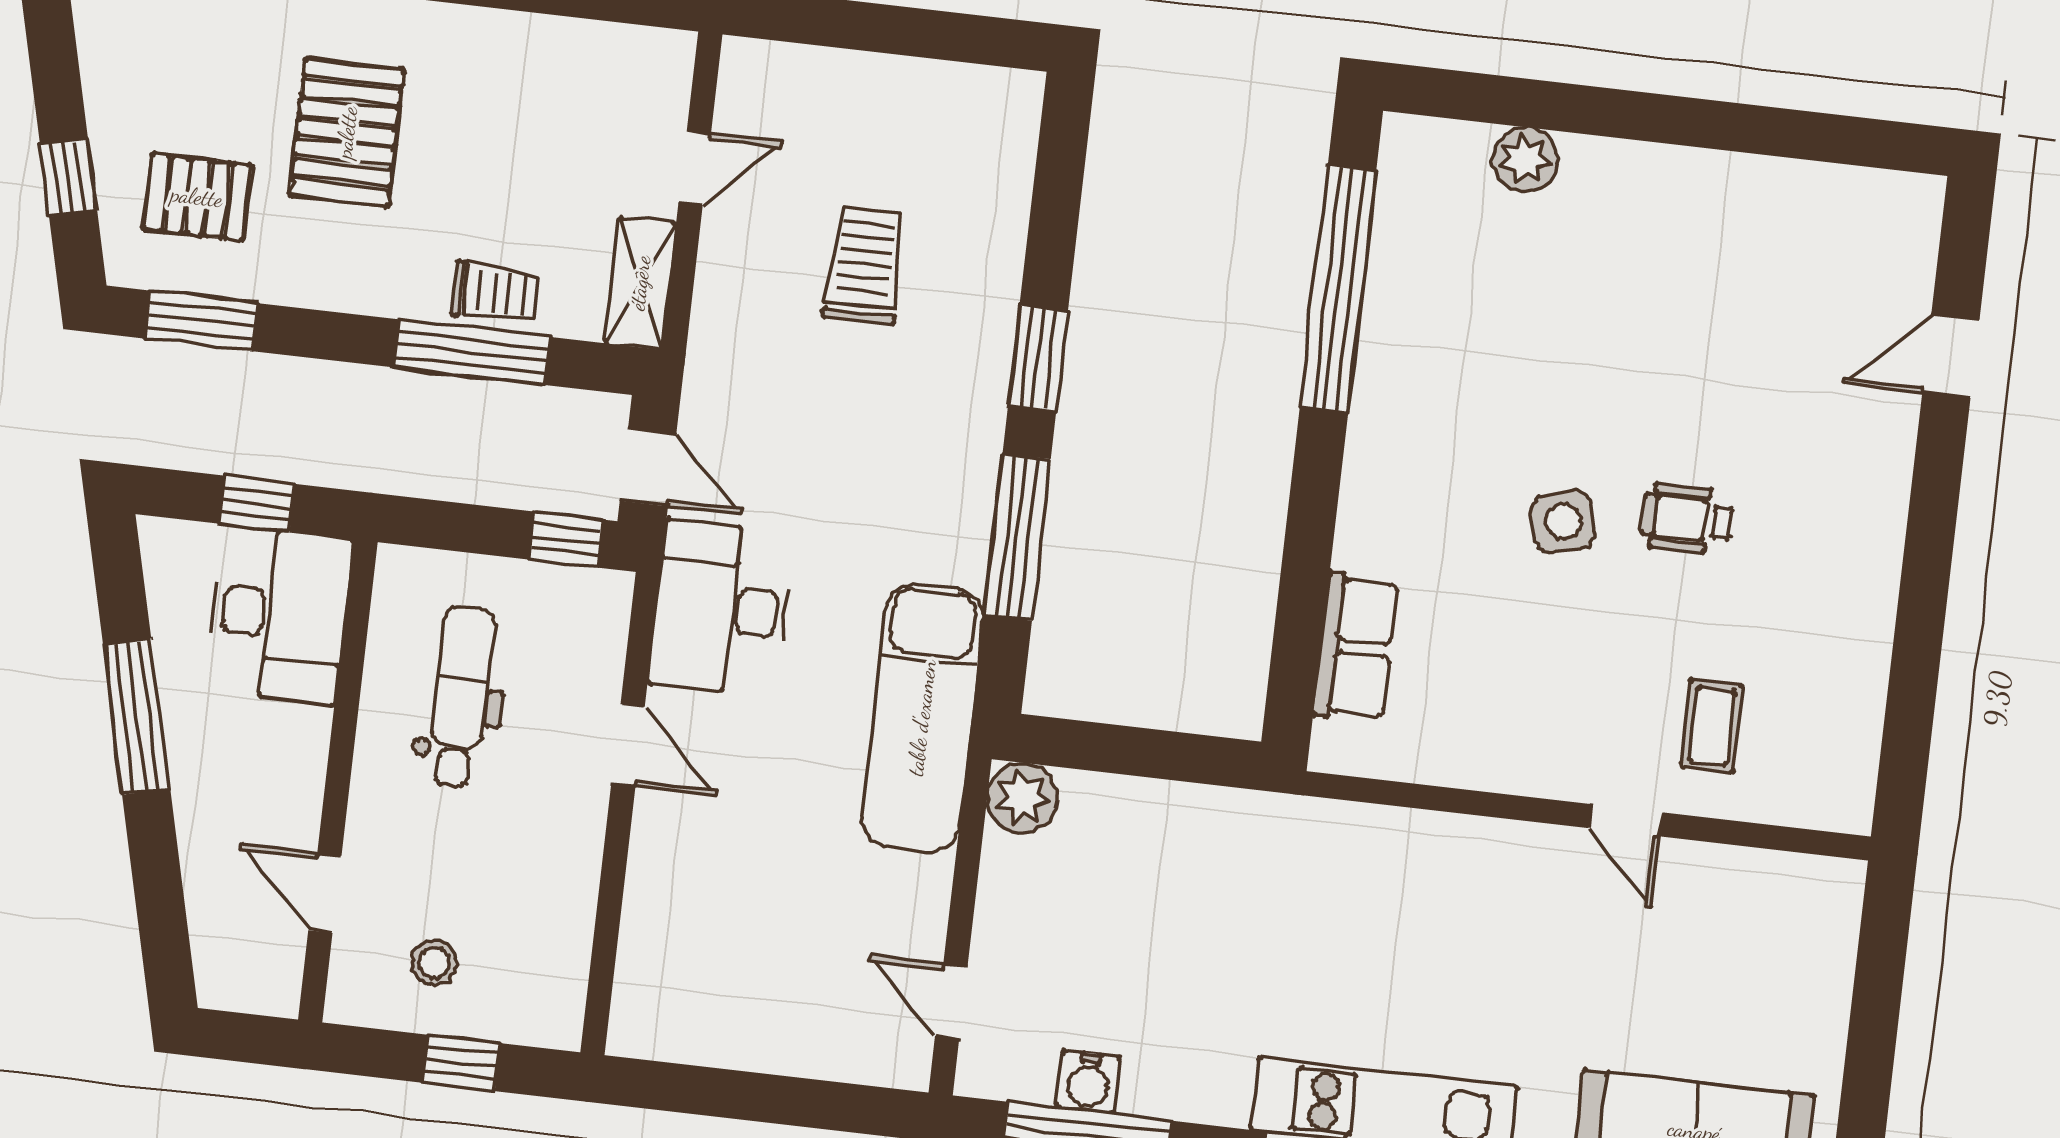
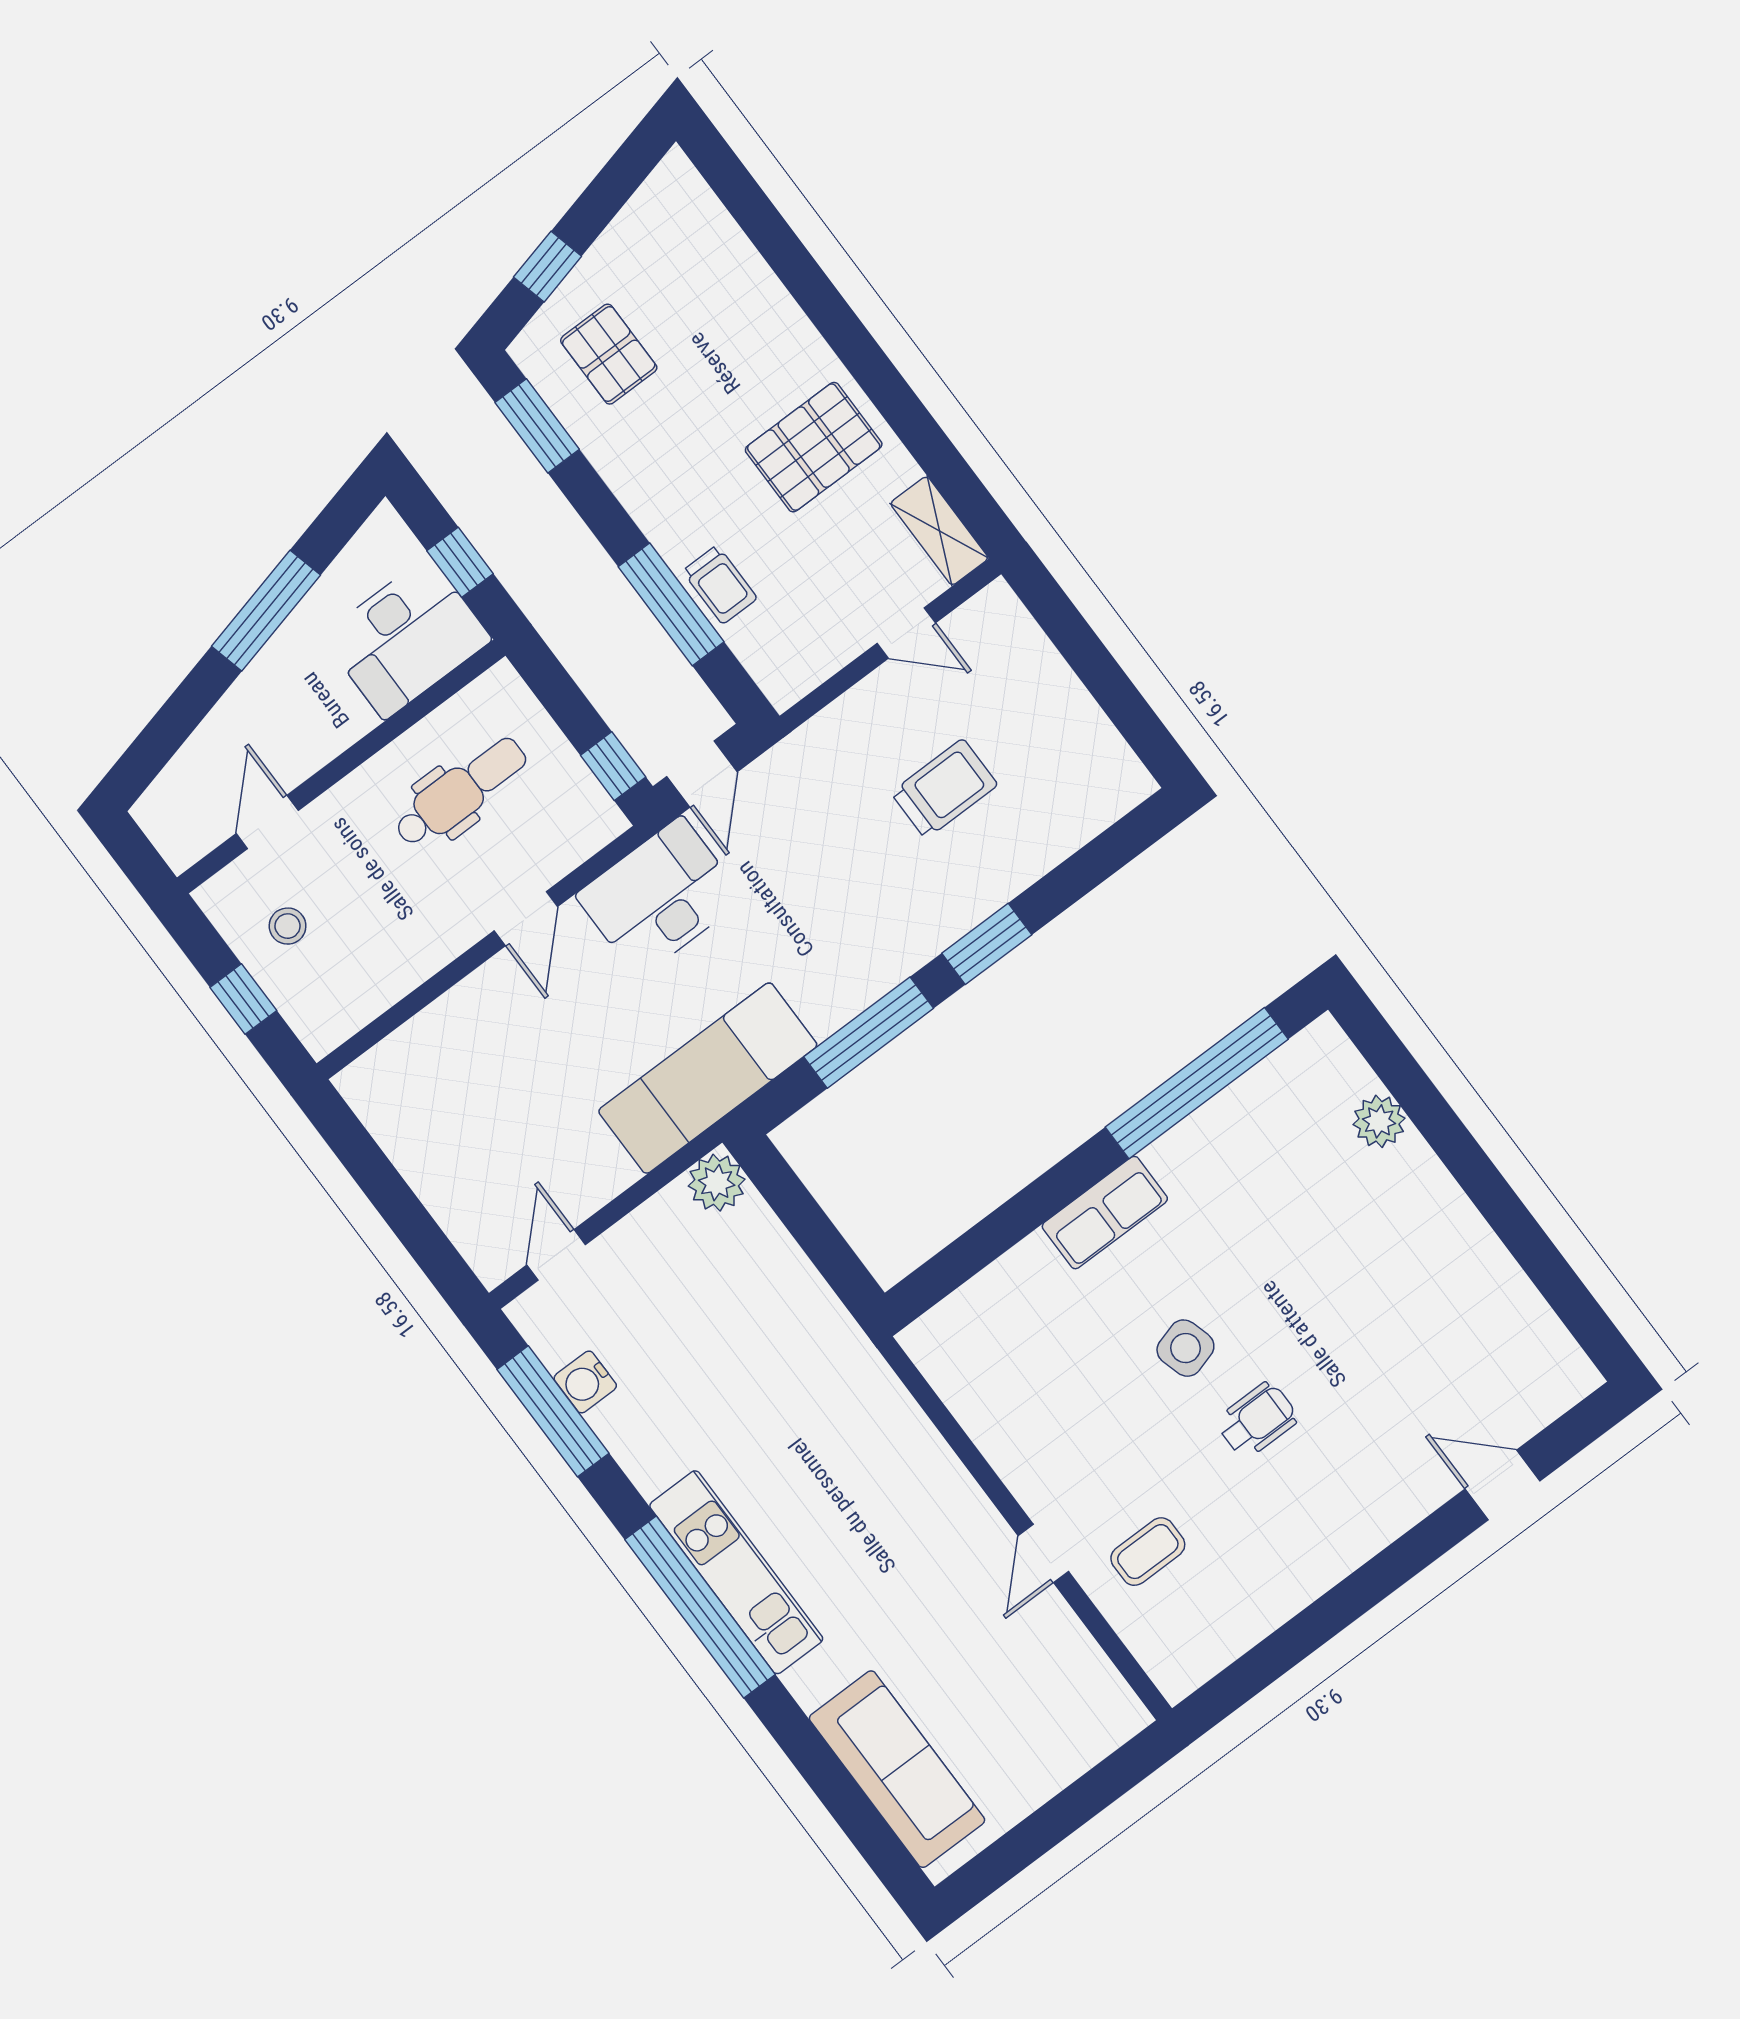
pallet: (347, 132) -> (814, 447), moved
shelving: (640, 283) -> (939, 531), moved, turned 90
wheelchair: (1687, 519) -> (1257, 1420), turned 90
row of seats: (1356, 647) -> (1105, 1213), moved

